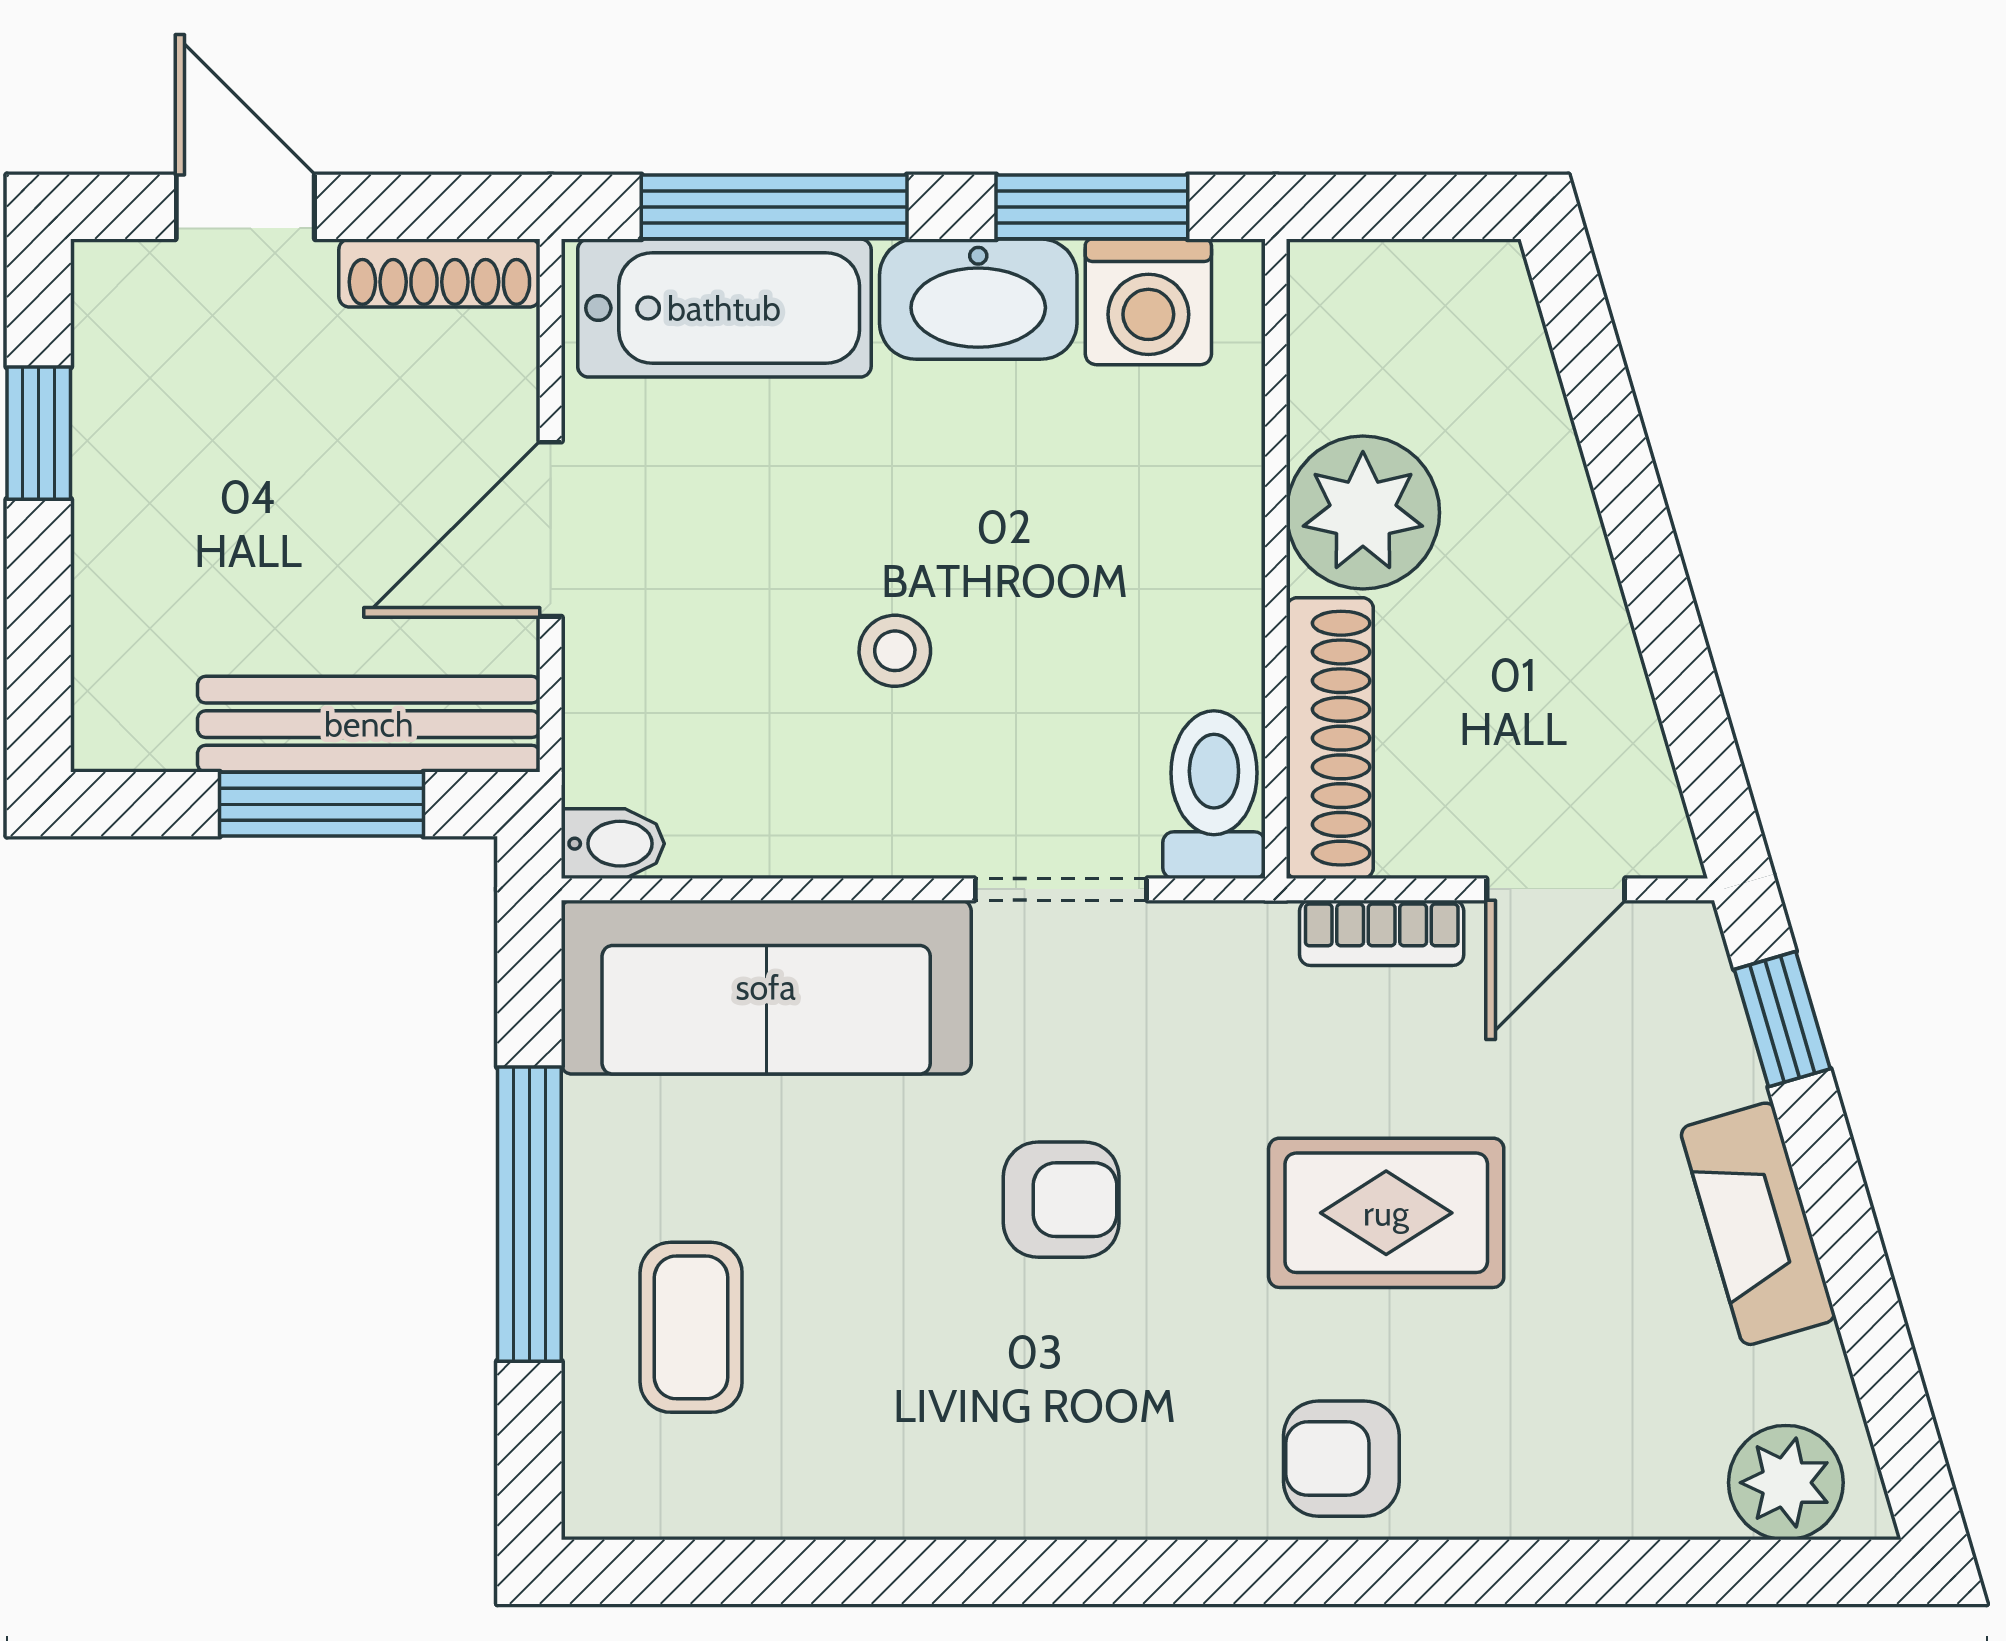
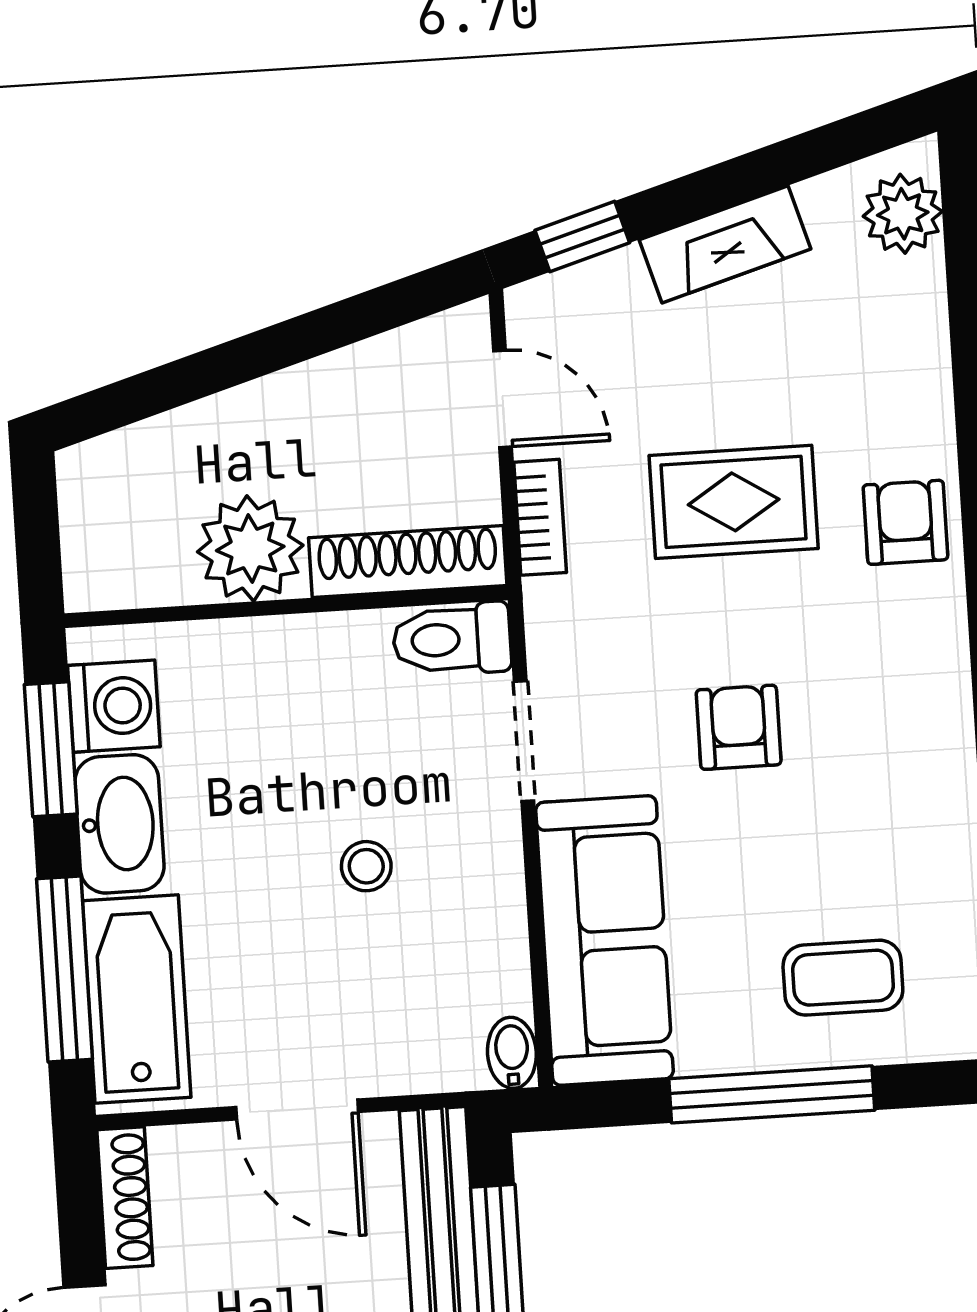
rug: (1386, 1213) -> (734, 502), turned 90
armchair: (1341, 1459) -> (905, 522), turned 180

